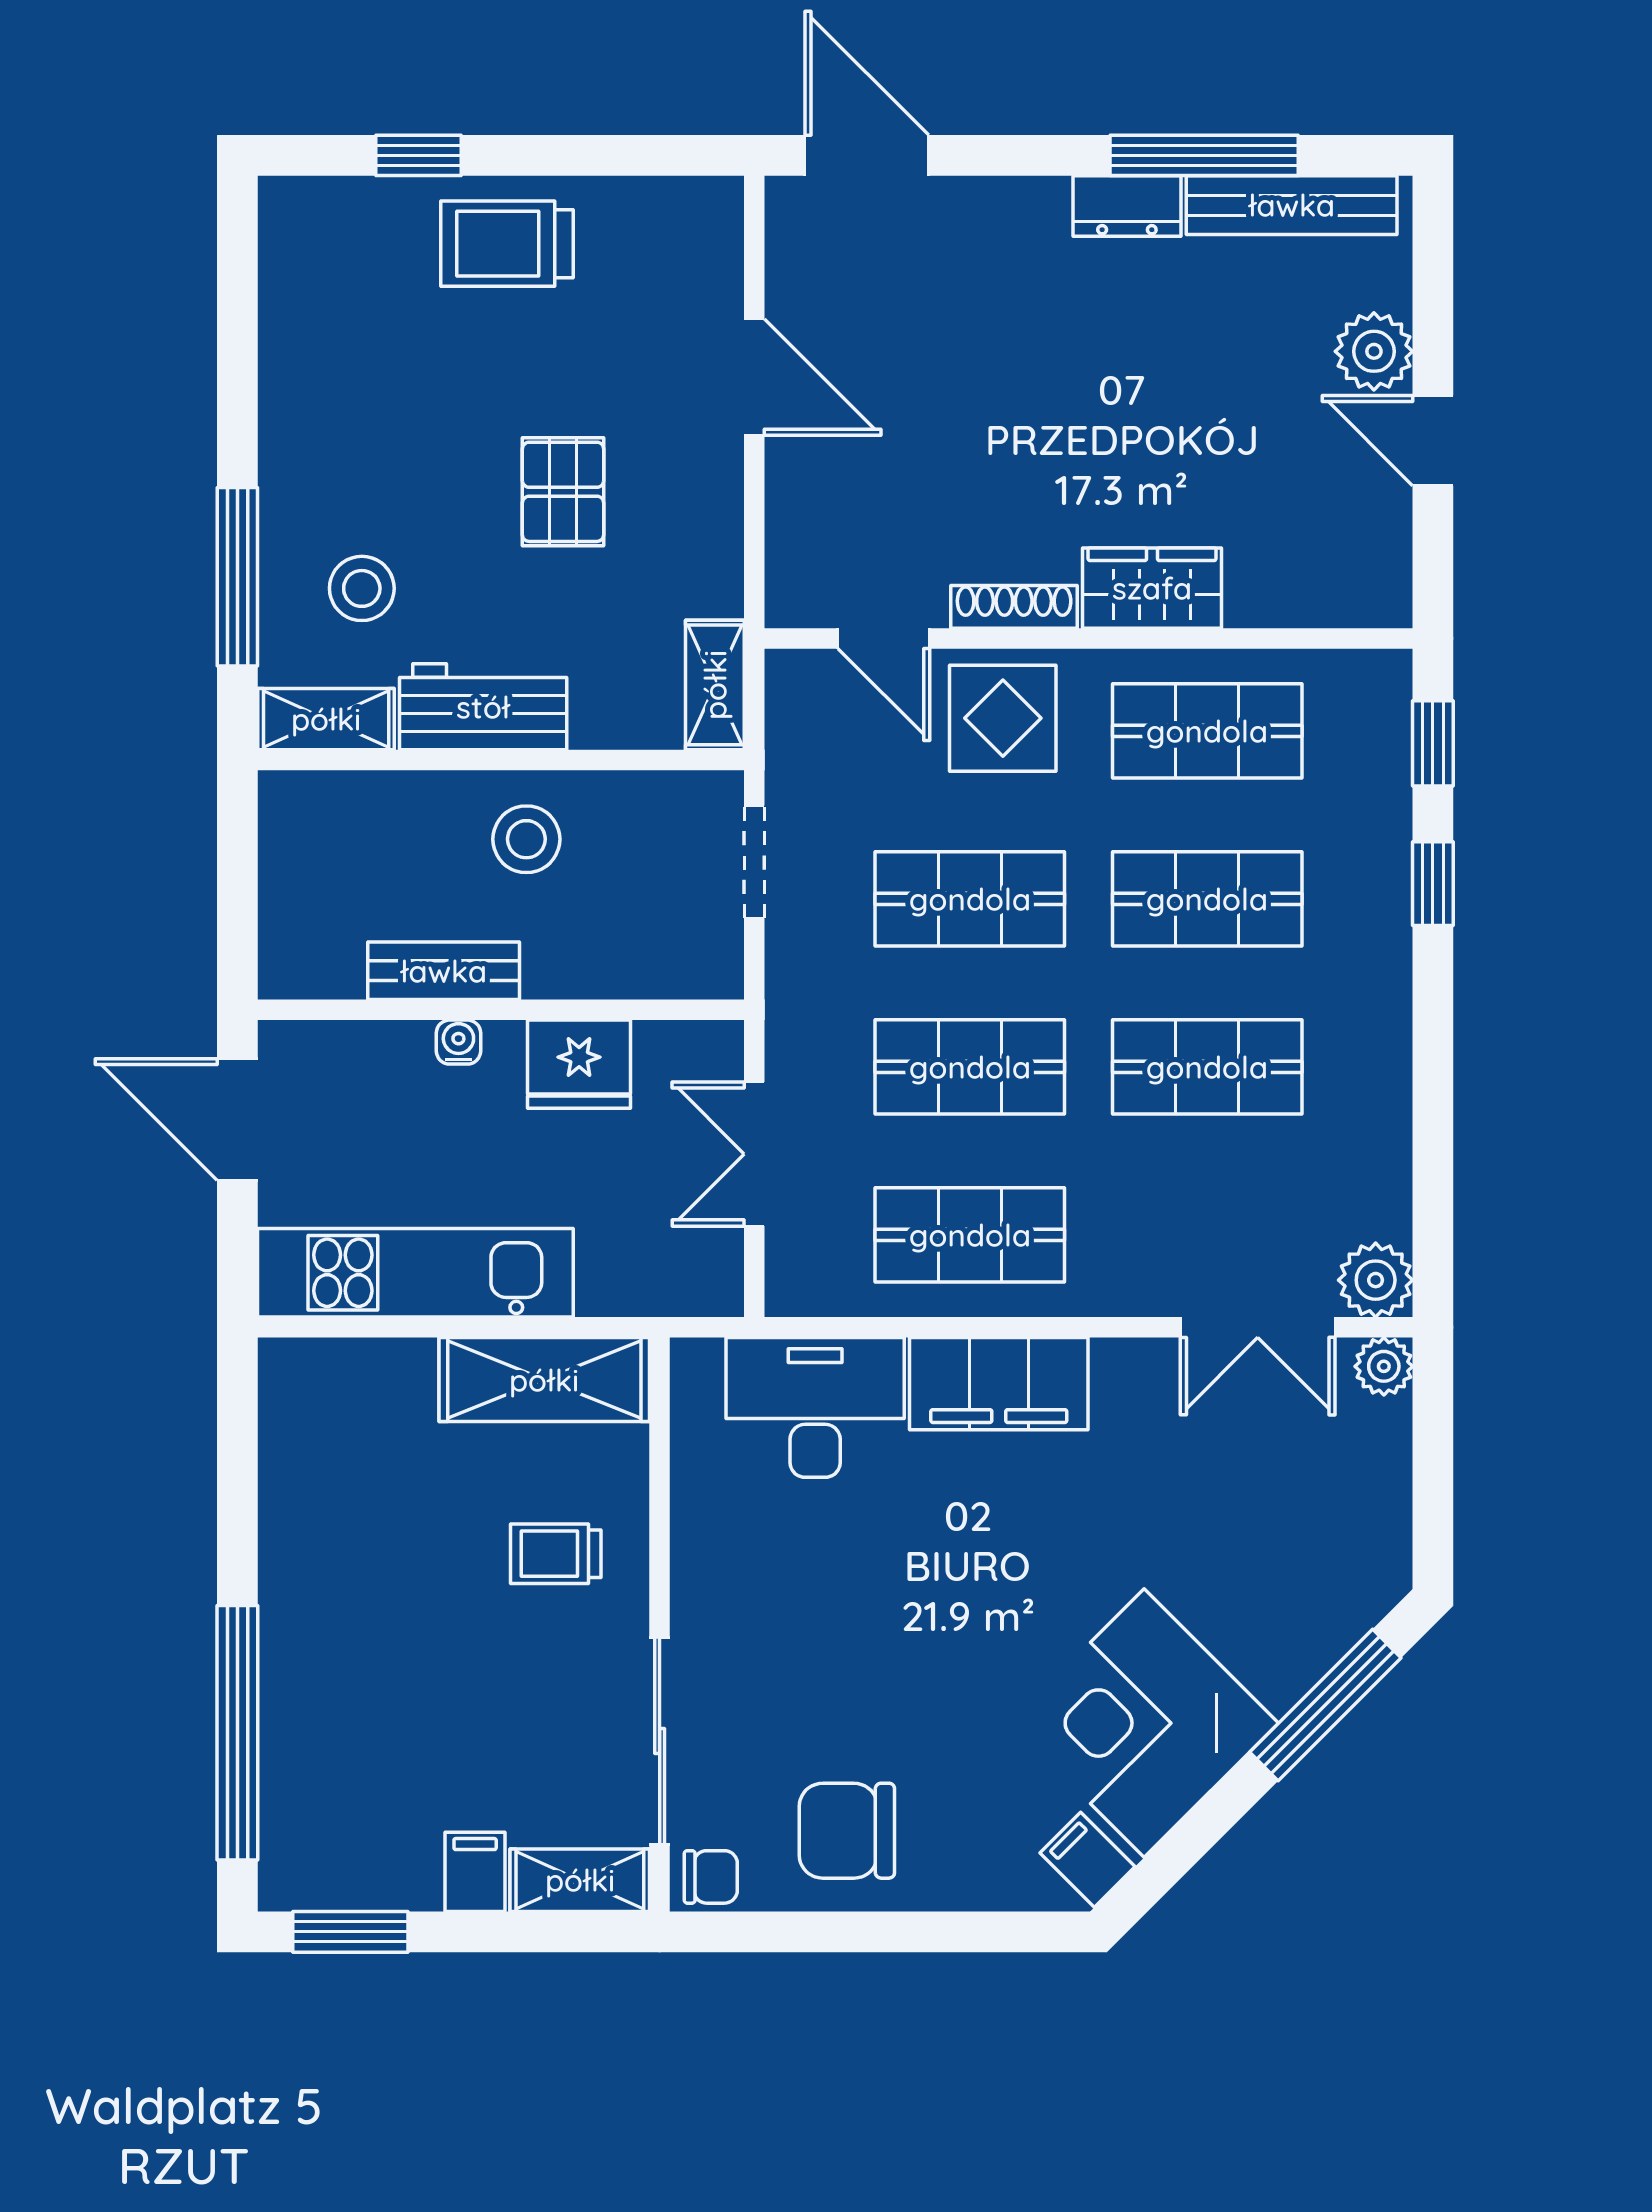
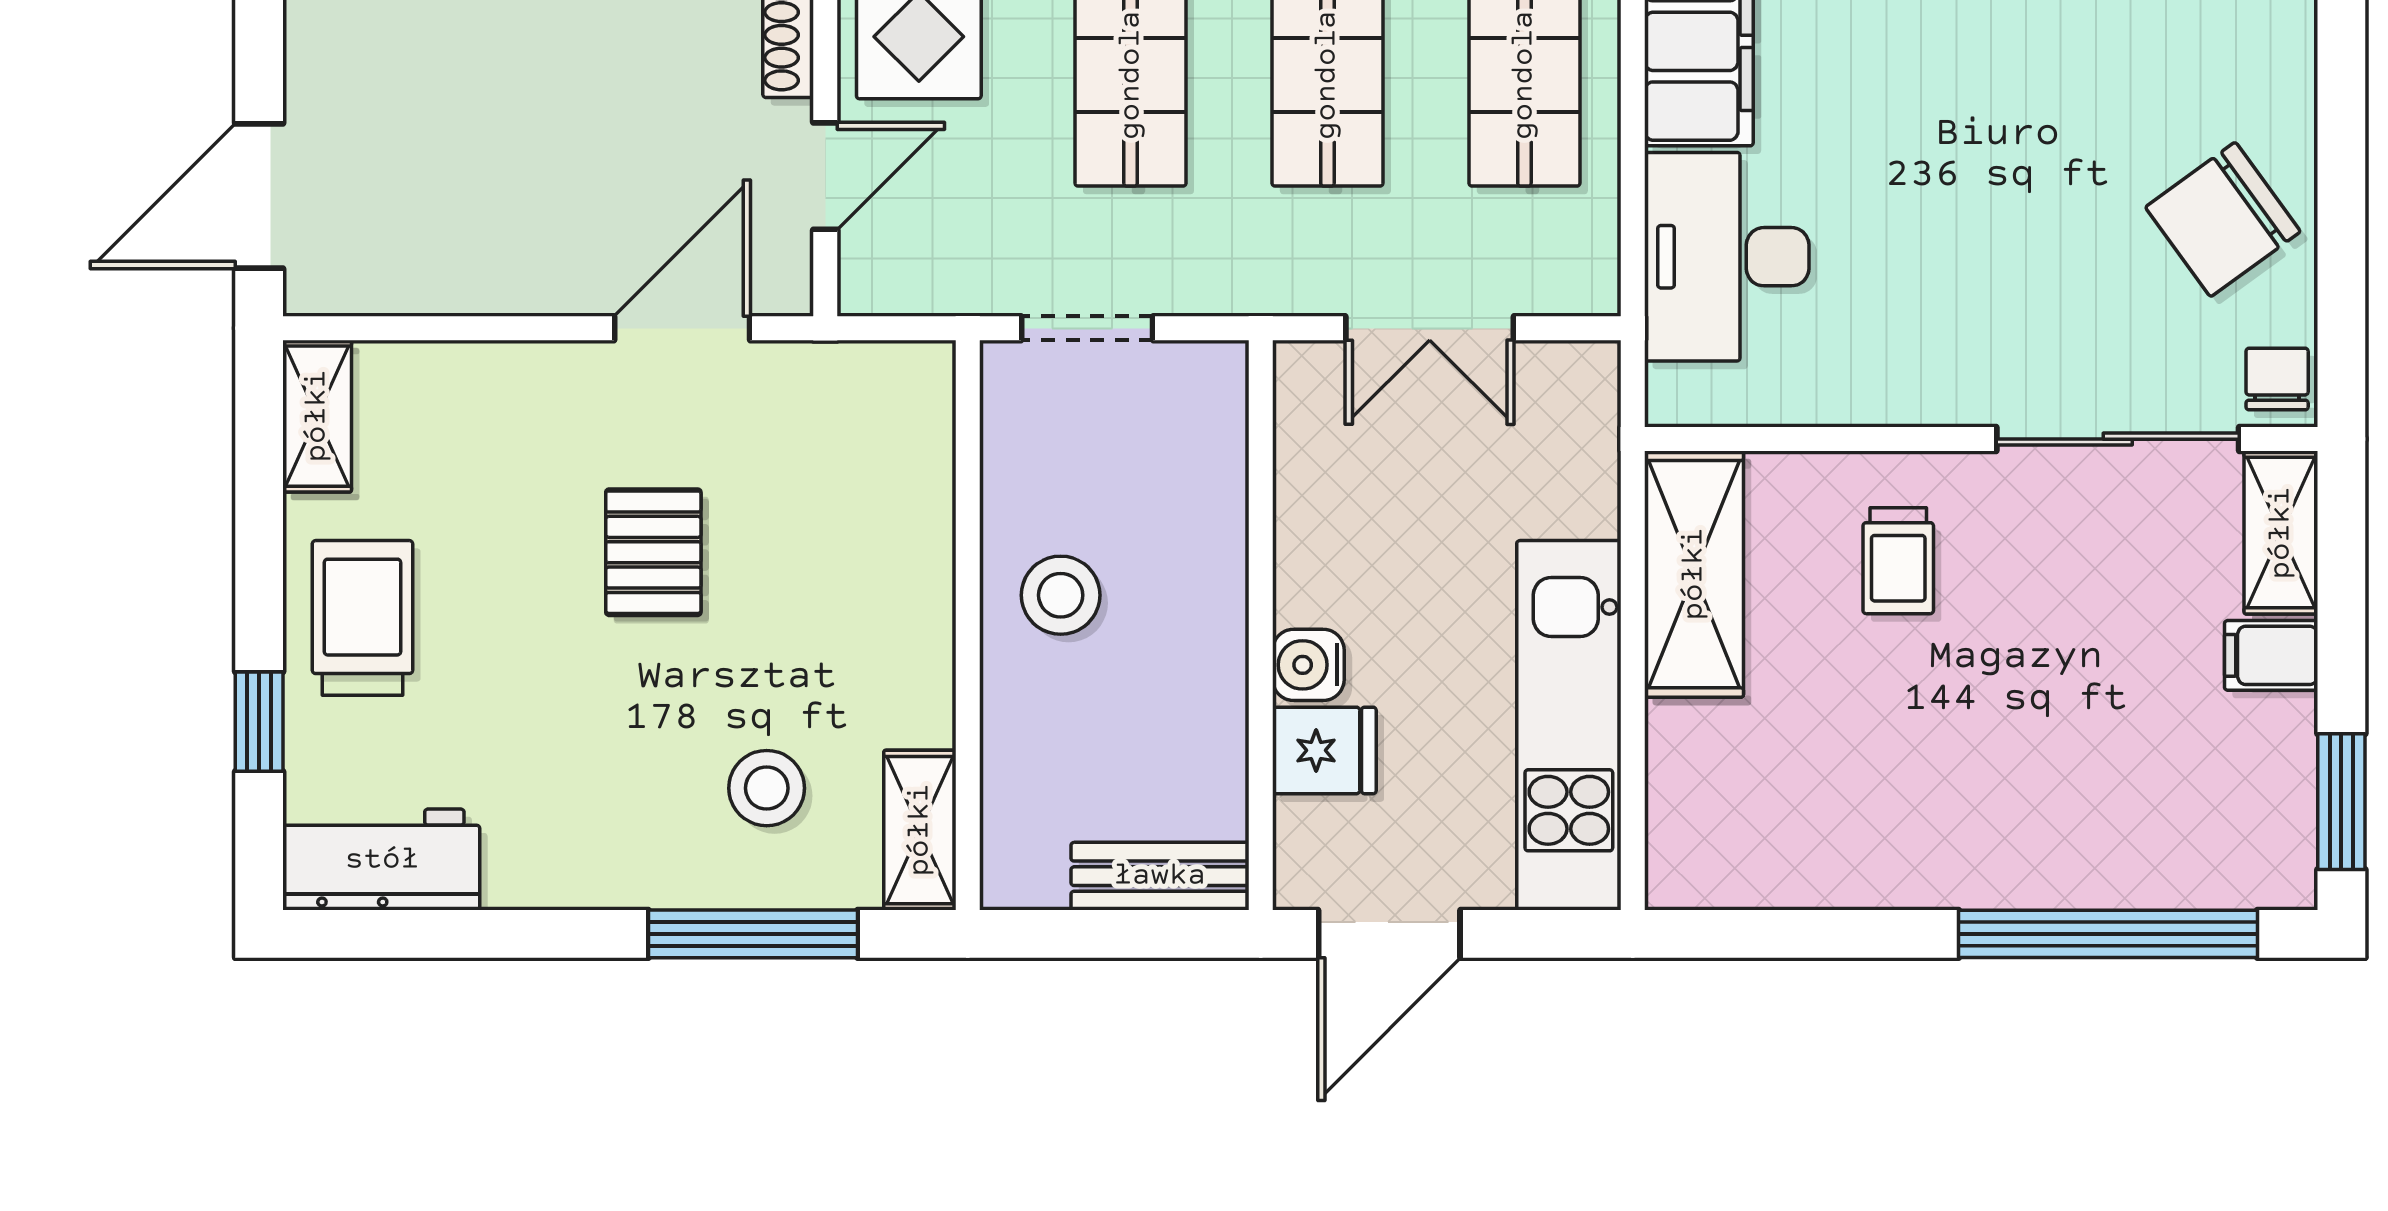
trolley: (507, 244) -> (362, 618), turned 180
door: (754, 377) -> (682, 328), moved
pallet: (563, 492) -> (653, 552), turned 90
shelving: (715, 685) -> (317, 416), moved, turned 90
workbench: (483, 707) -> (382, 860), moved, turned 90
bench: (444, 971) -> (1160, 876), moved, turned 90
water cooler: (458, 1042) -> (1308, 665), width x1.38, depth x1.38
fridge: (579, 1064) -> (1324, 750), moved, width x0.72
chair: (847, 1831) -> (2223, 219), turned 54

